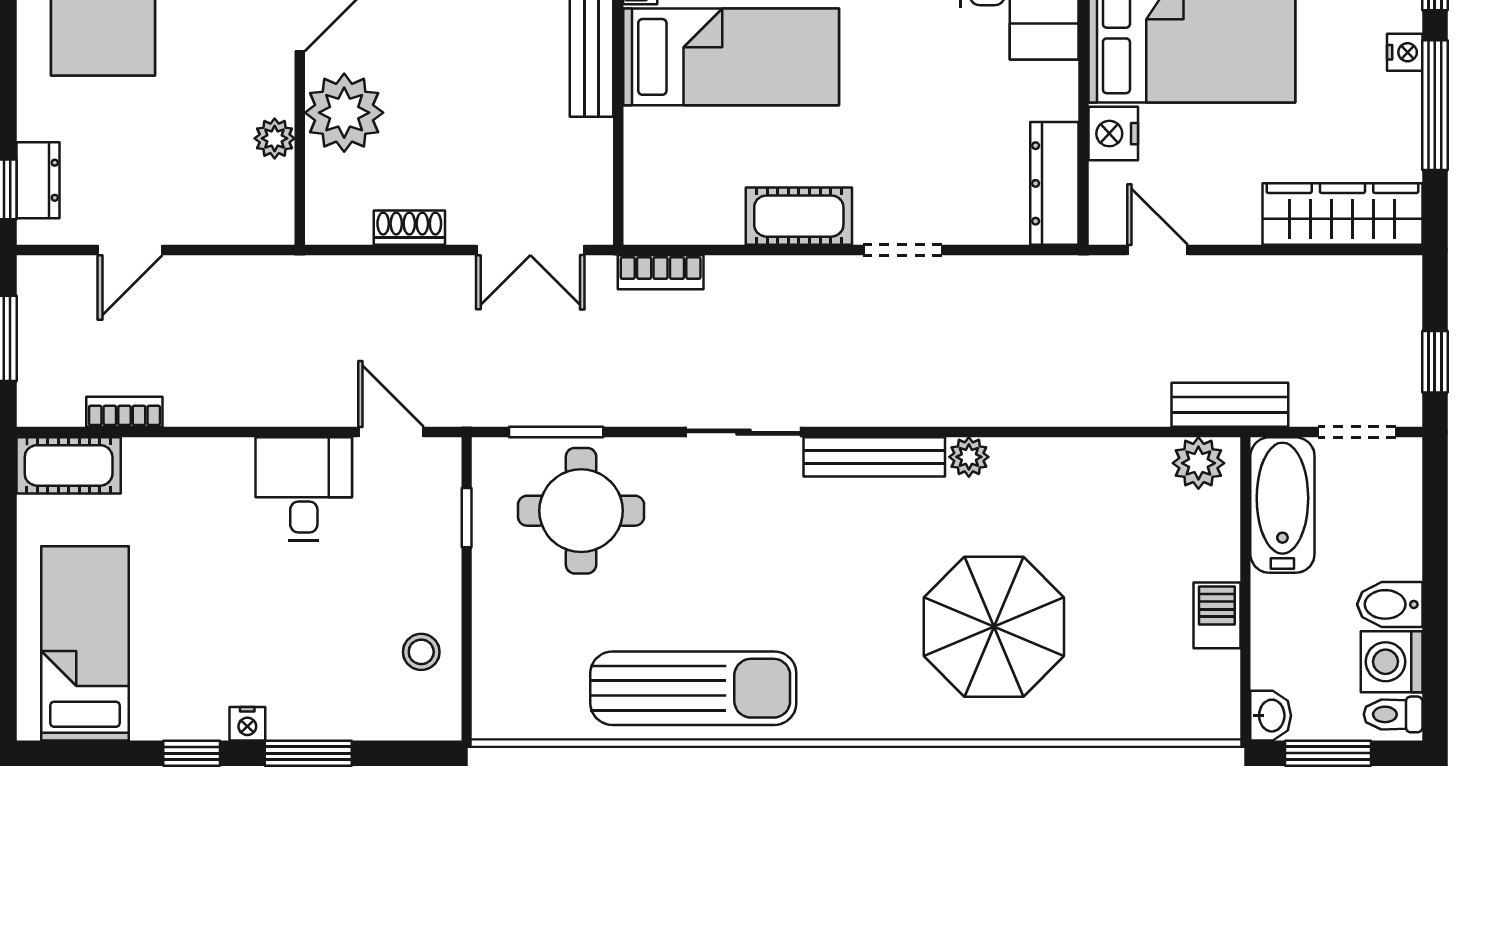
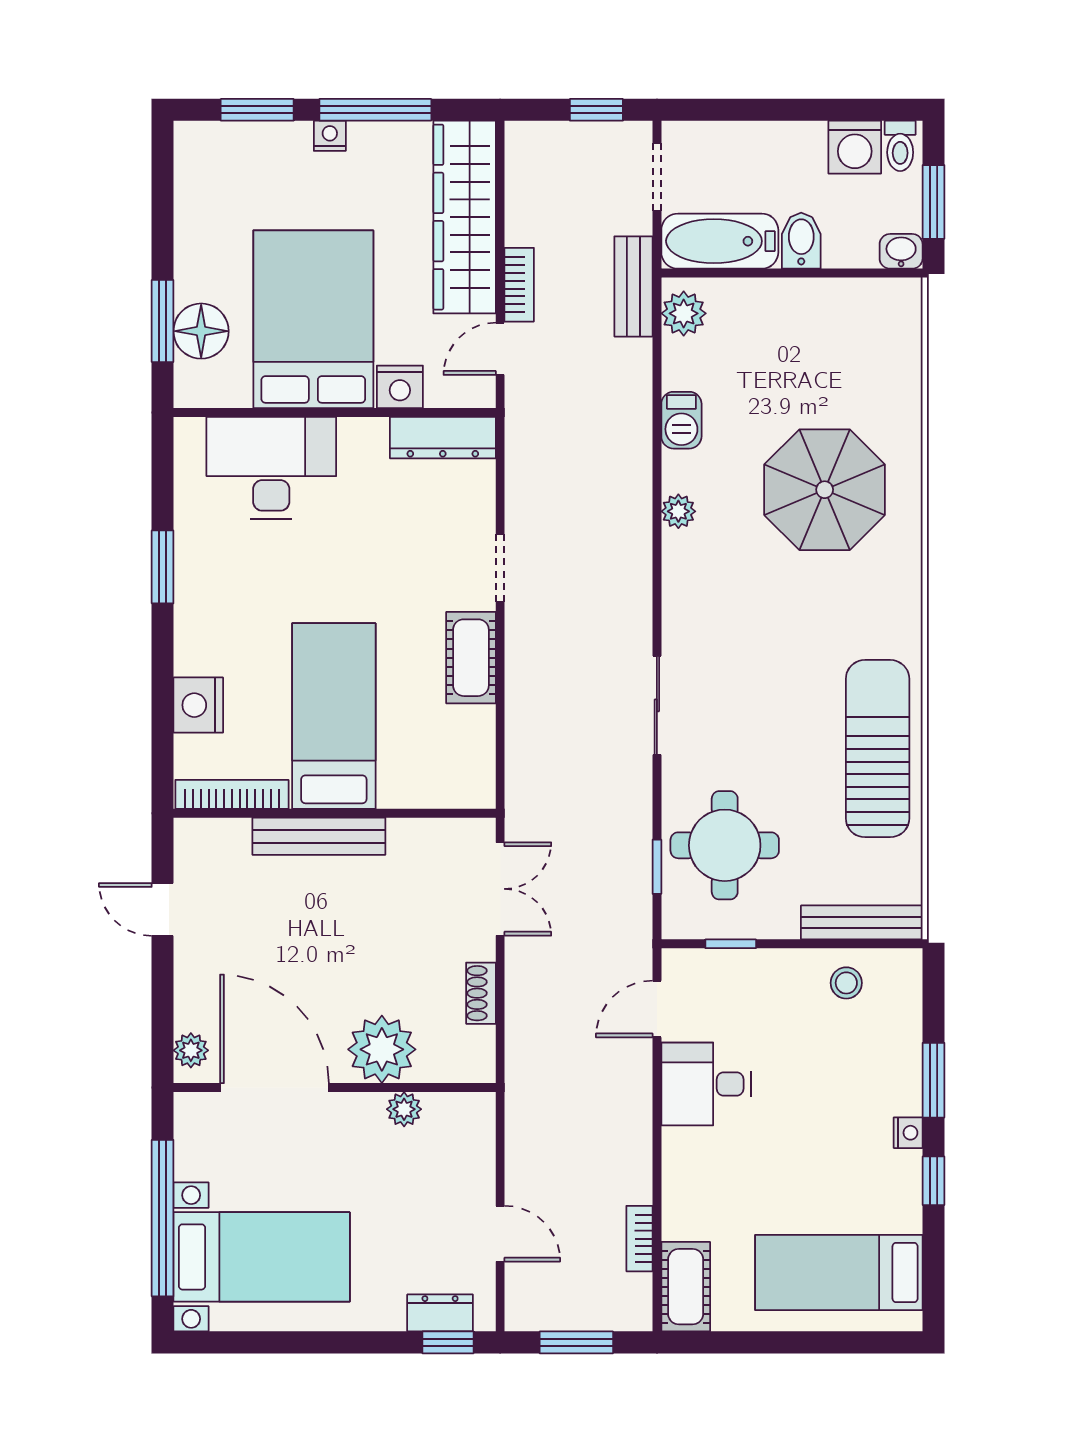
wardrobe: (1342, 214) -> (465, 217), width x1.40, depth x1.17
bookcase: (661, 272) -> (519, 285), moved
window: (556, 432) -> (657, 867), width x0.67
bench: (874, 457) -> (862, 922), moved, turned 90
bidet: (1390, 604) -> (801, 241), moved, turned 180
barbecue: (1217, 615) -> (681, 420), moved, turned -90

